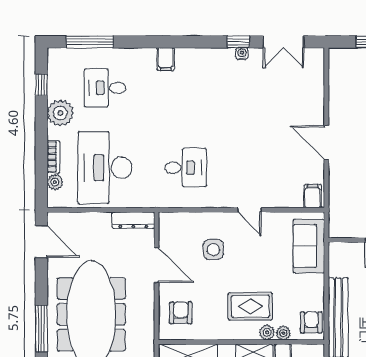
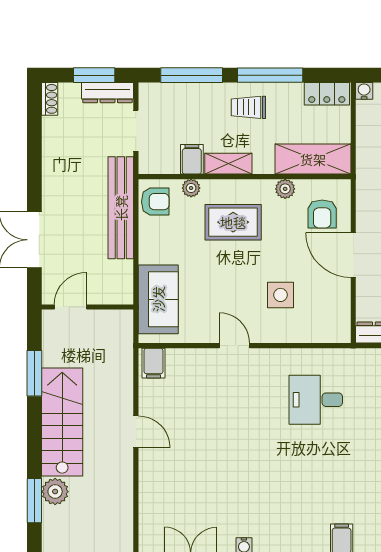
door: (326, 143) -> (136, 432), width x0.73
door: (157, 265) -> (353, 255), moved
armchair: (311, 322) -> (155, 202), turned -90
plant: (267, 332) -> (285, 189), moved

